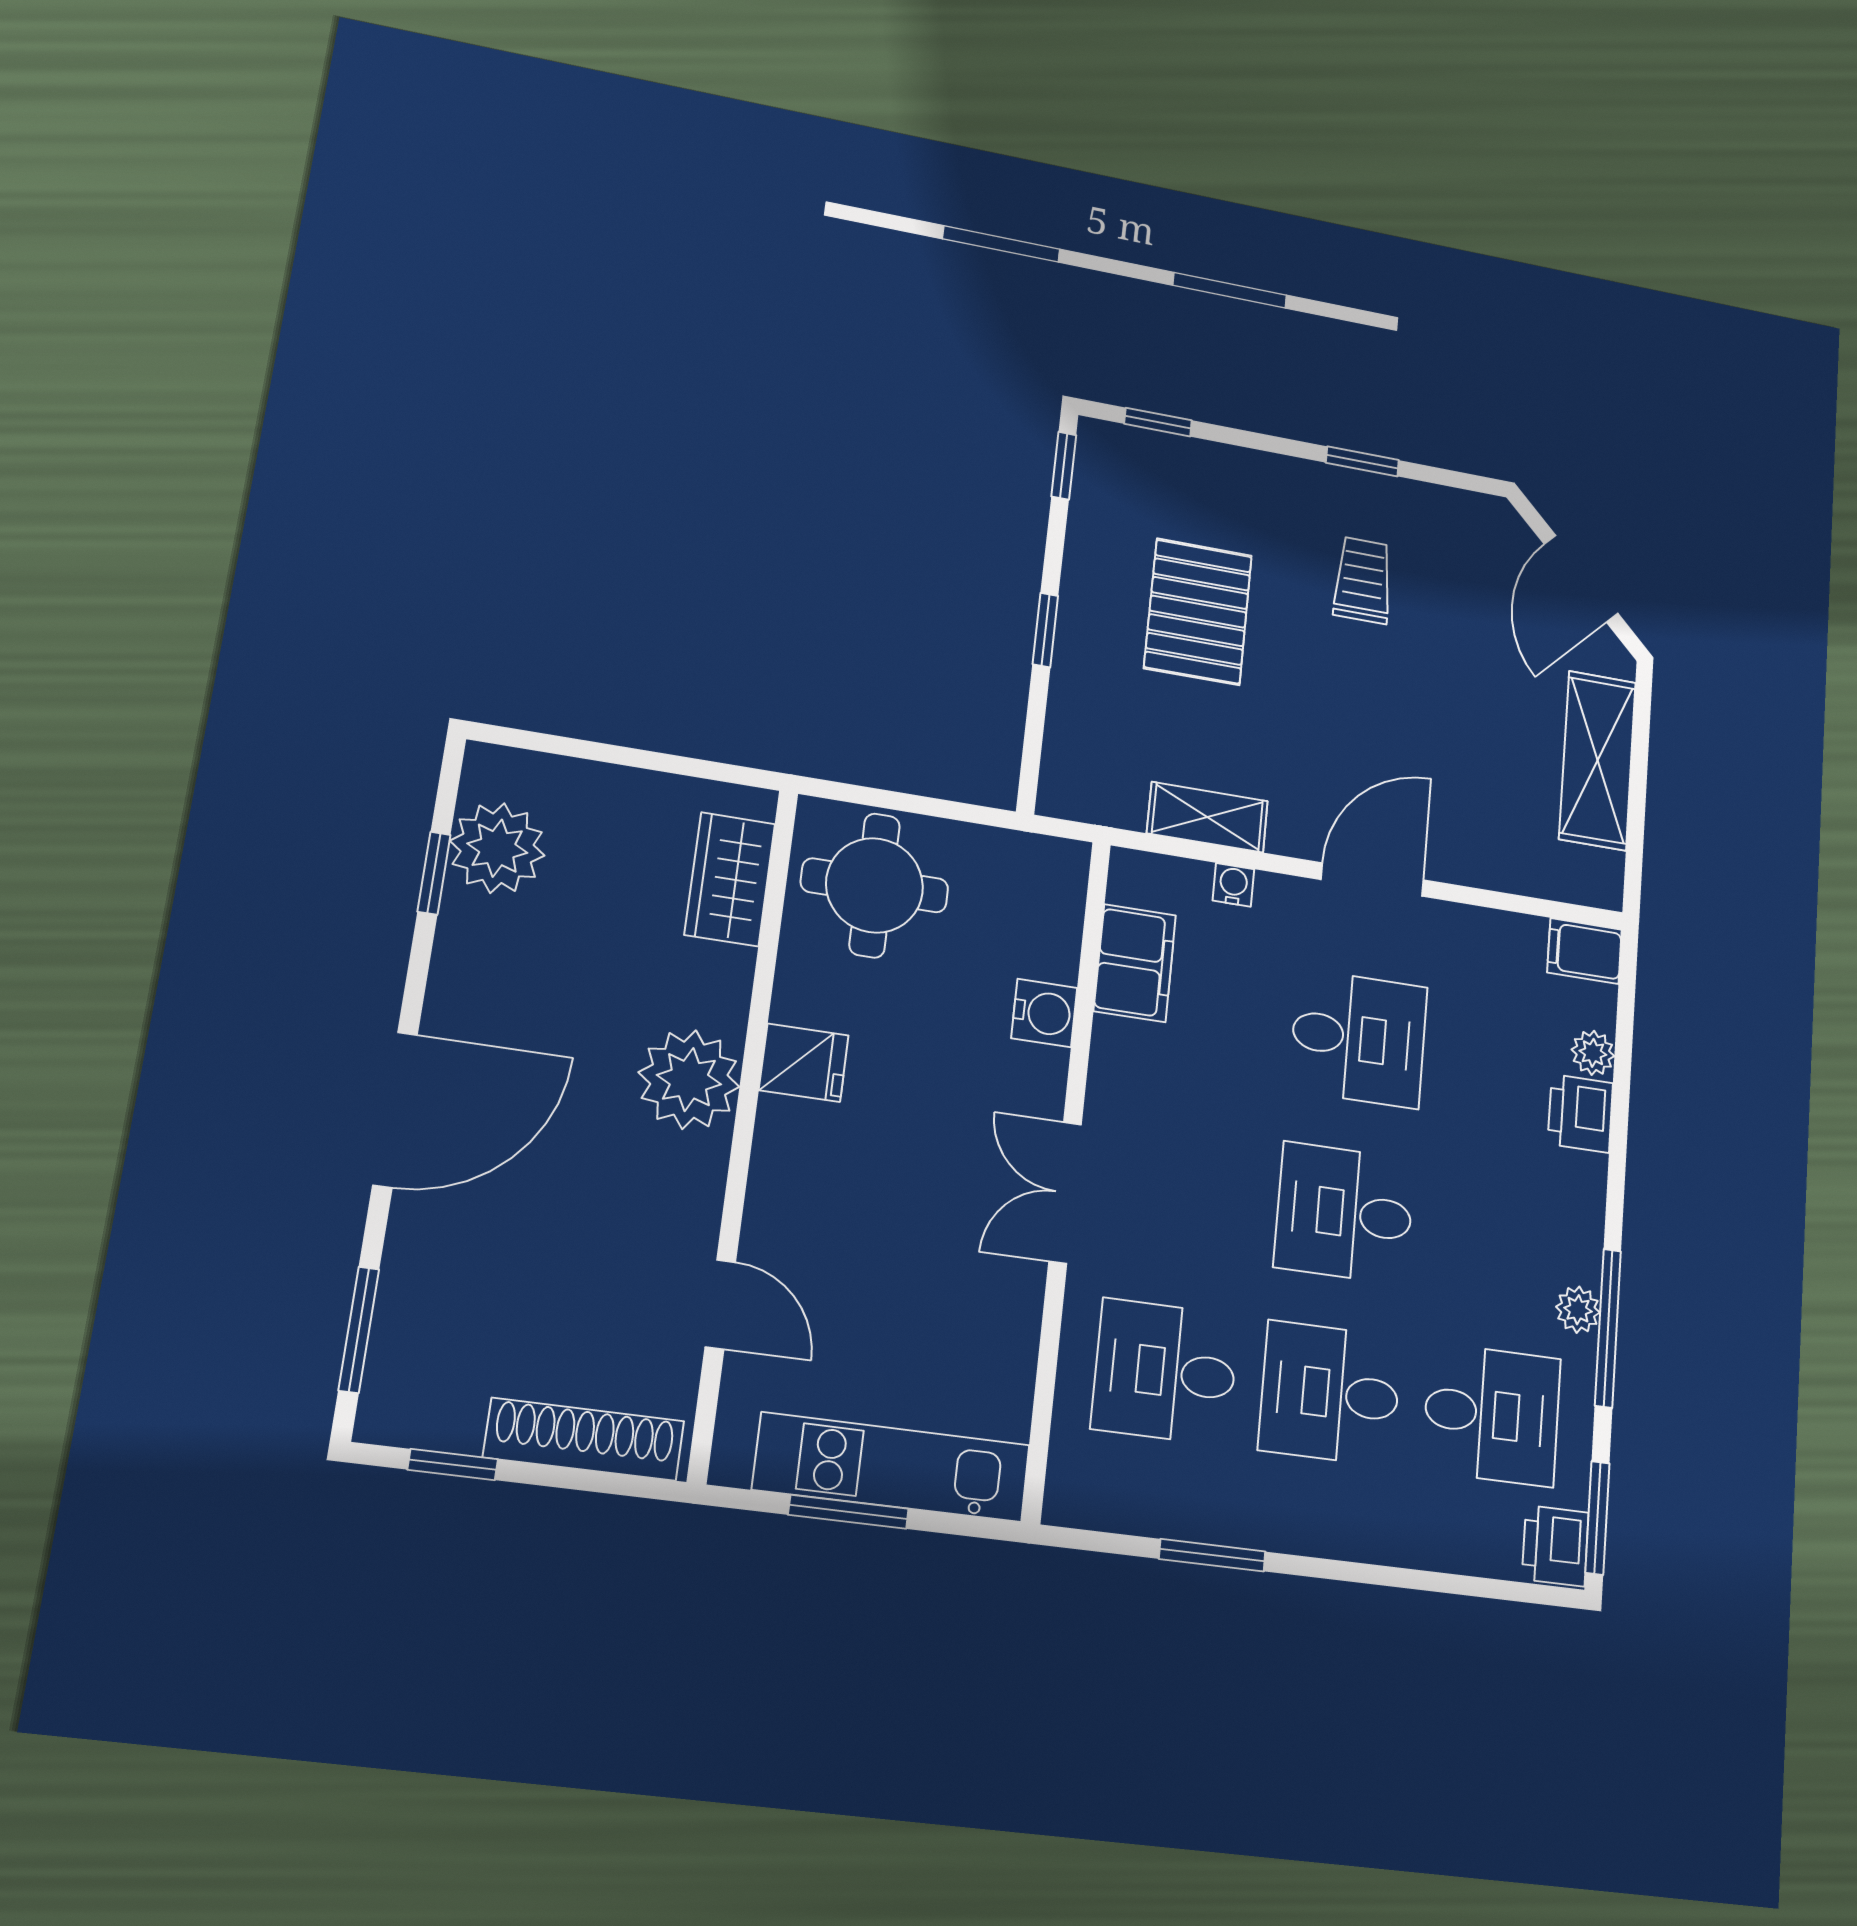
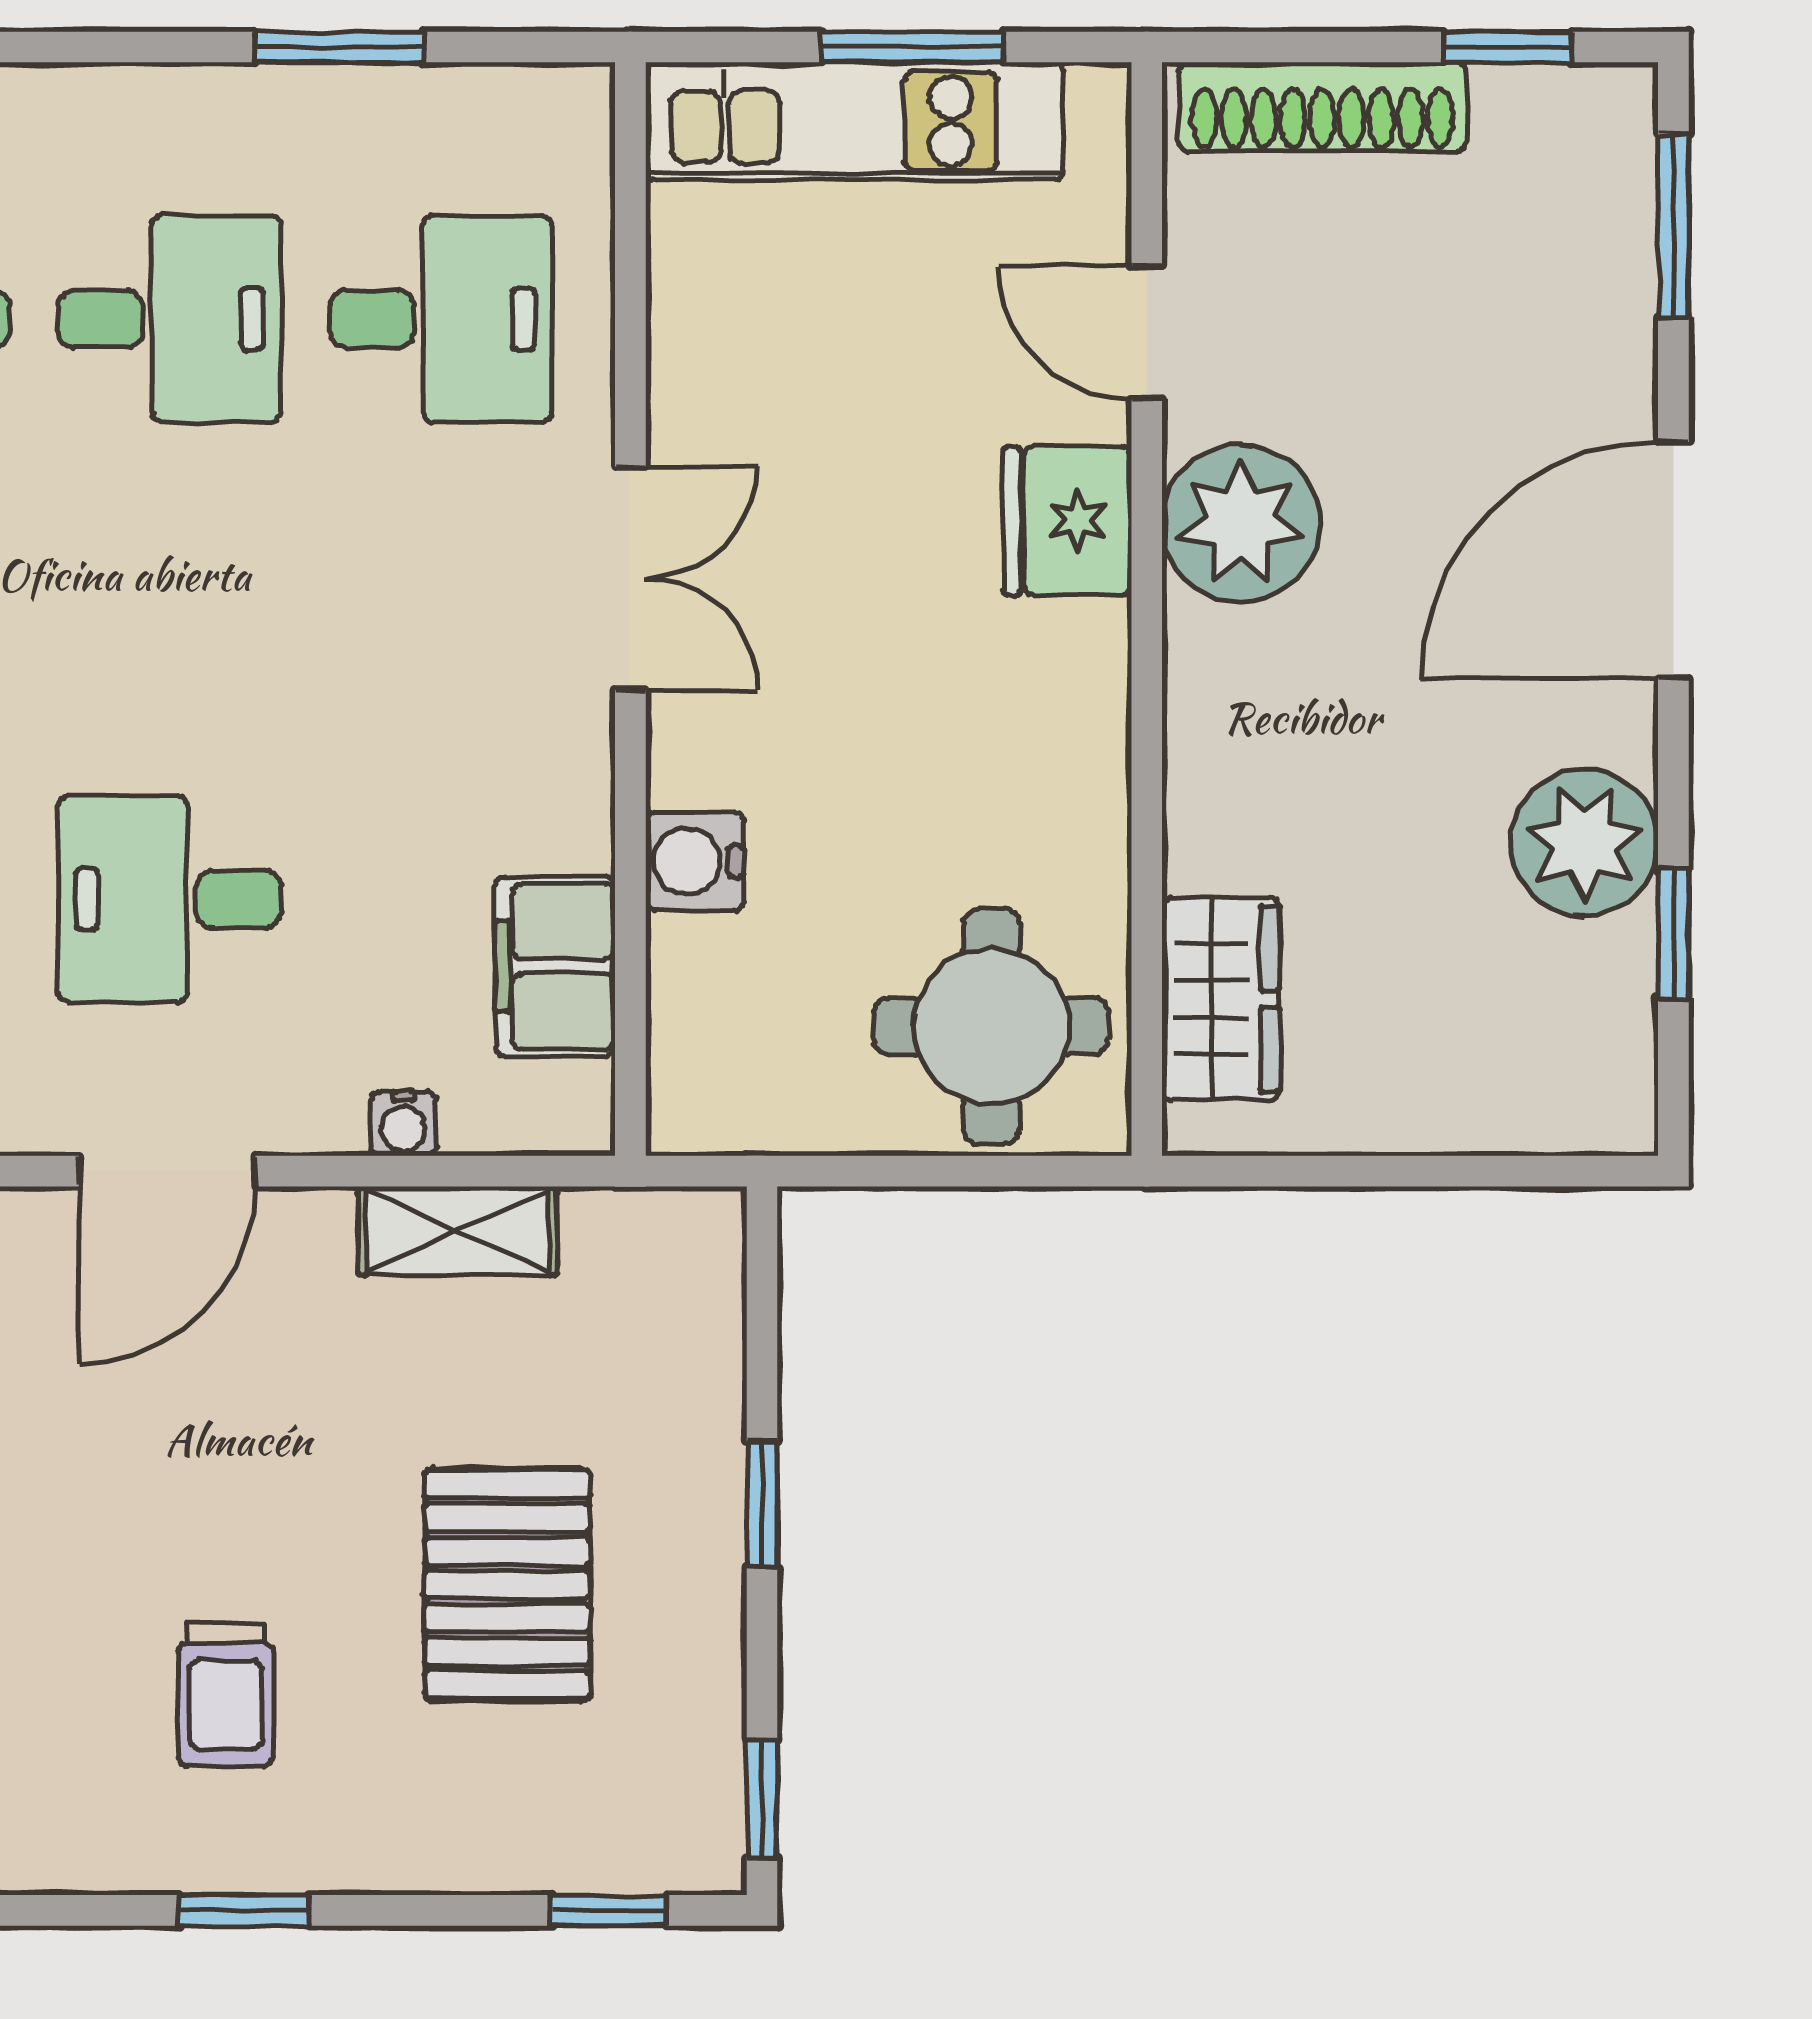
plant: (497, 848) -> (1585, 842), moved
fridge: (804, 1063) -> (1067, 521), moved, width x1.38
plant: (689, 1080) -> (1241, 523), moved
desk: (1345, 1213) -> (170, 609), removed

